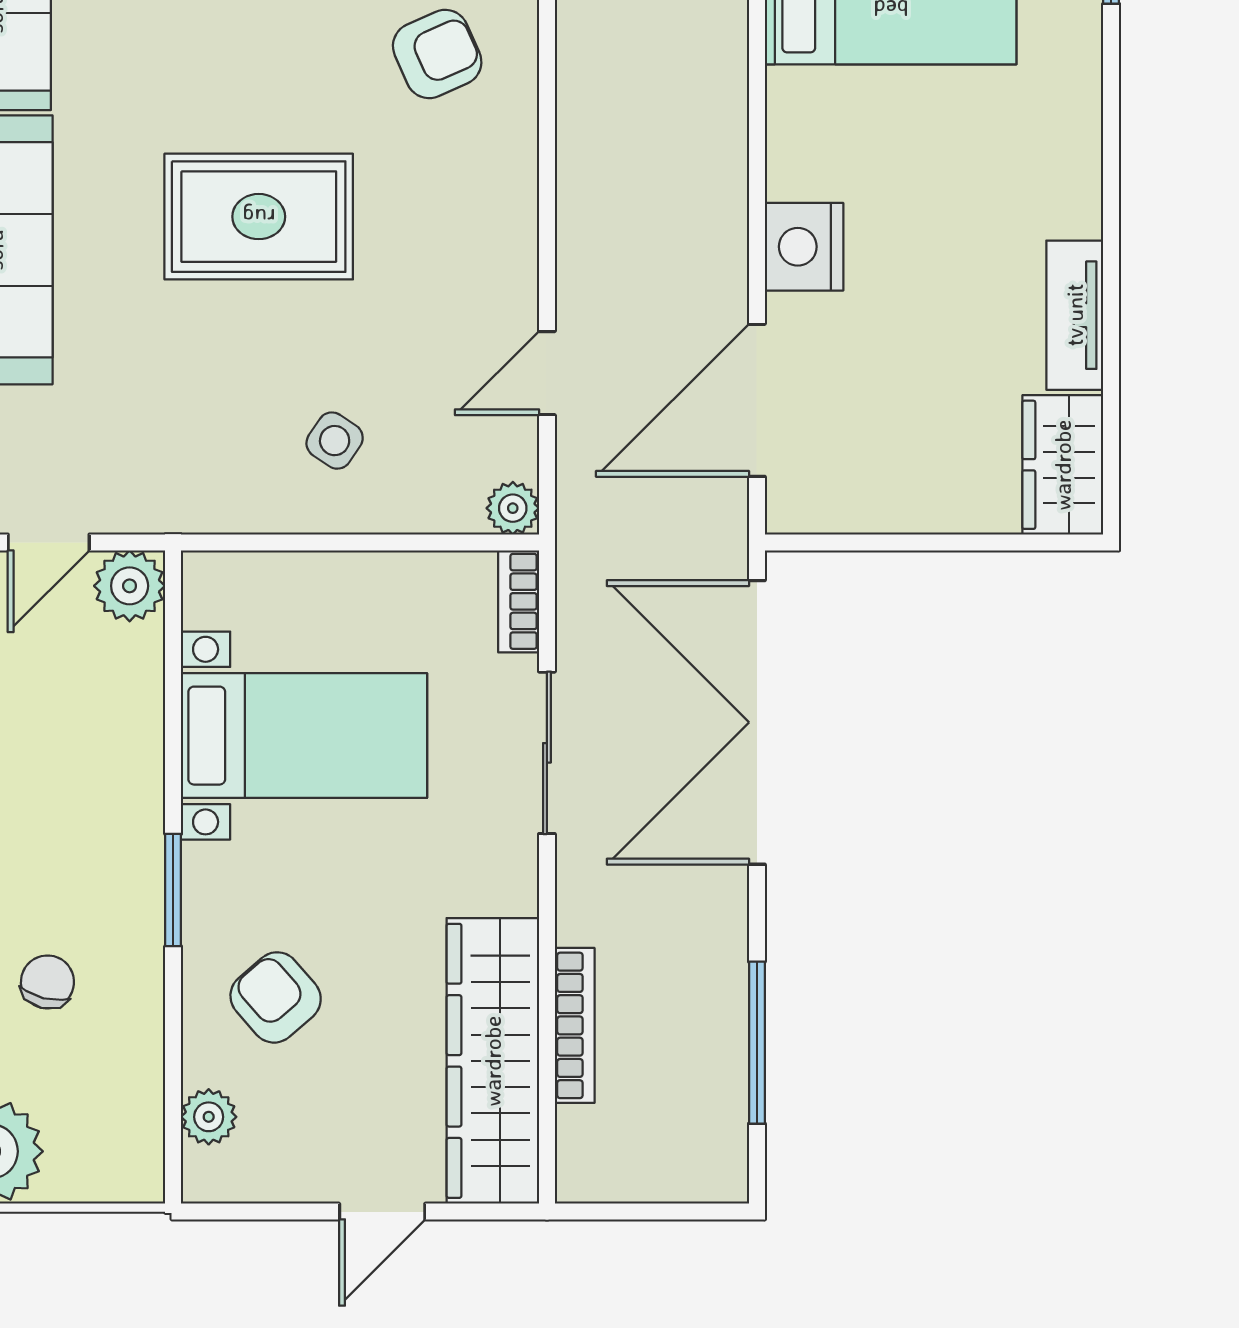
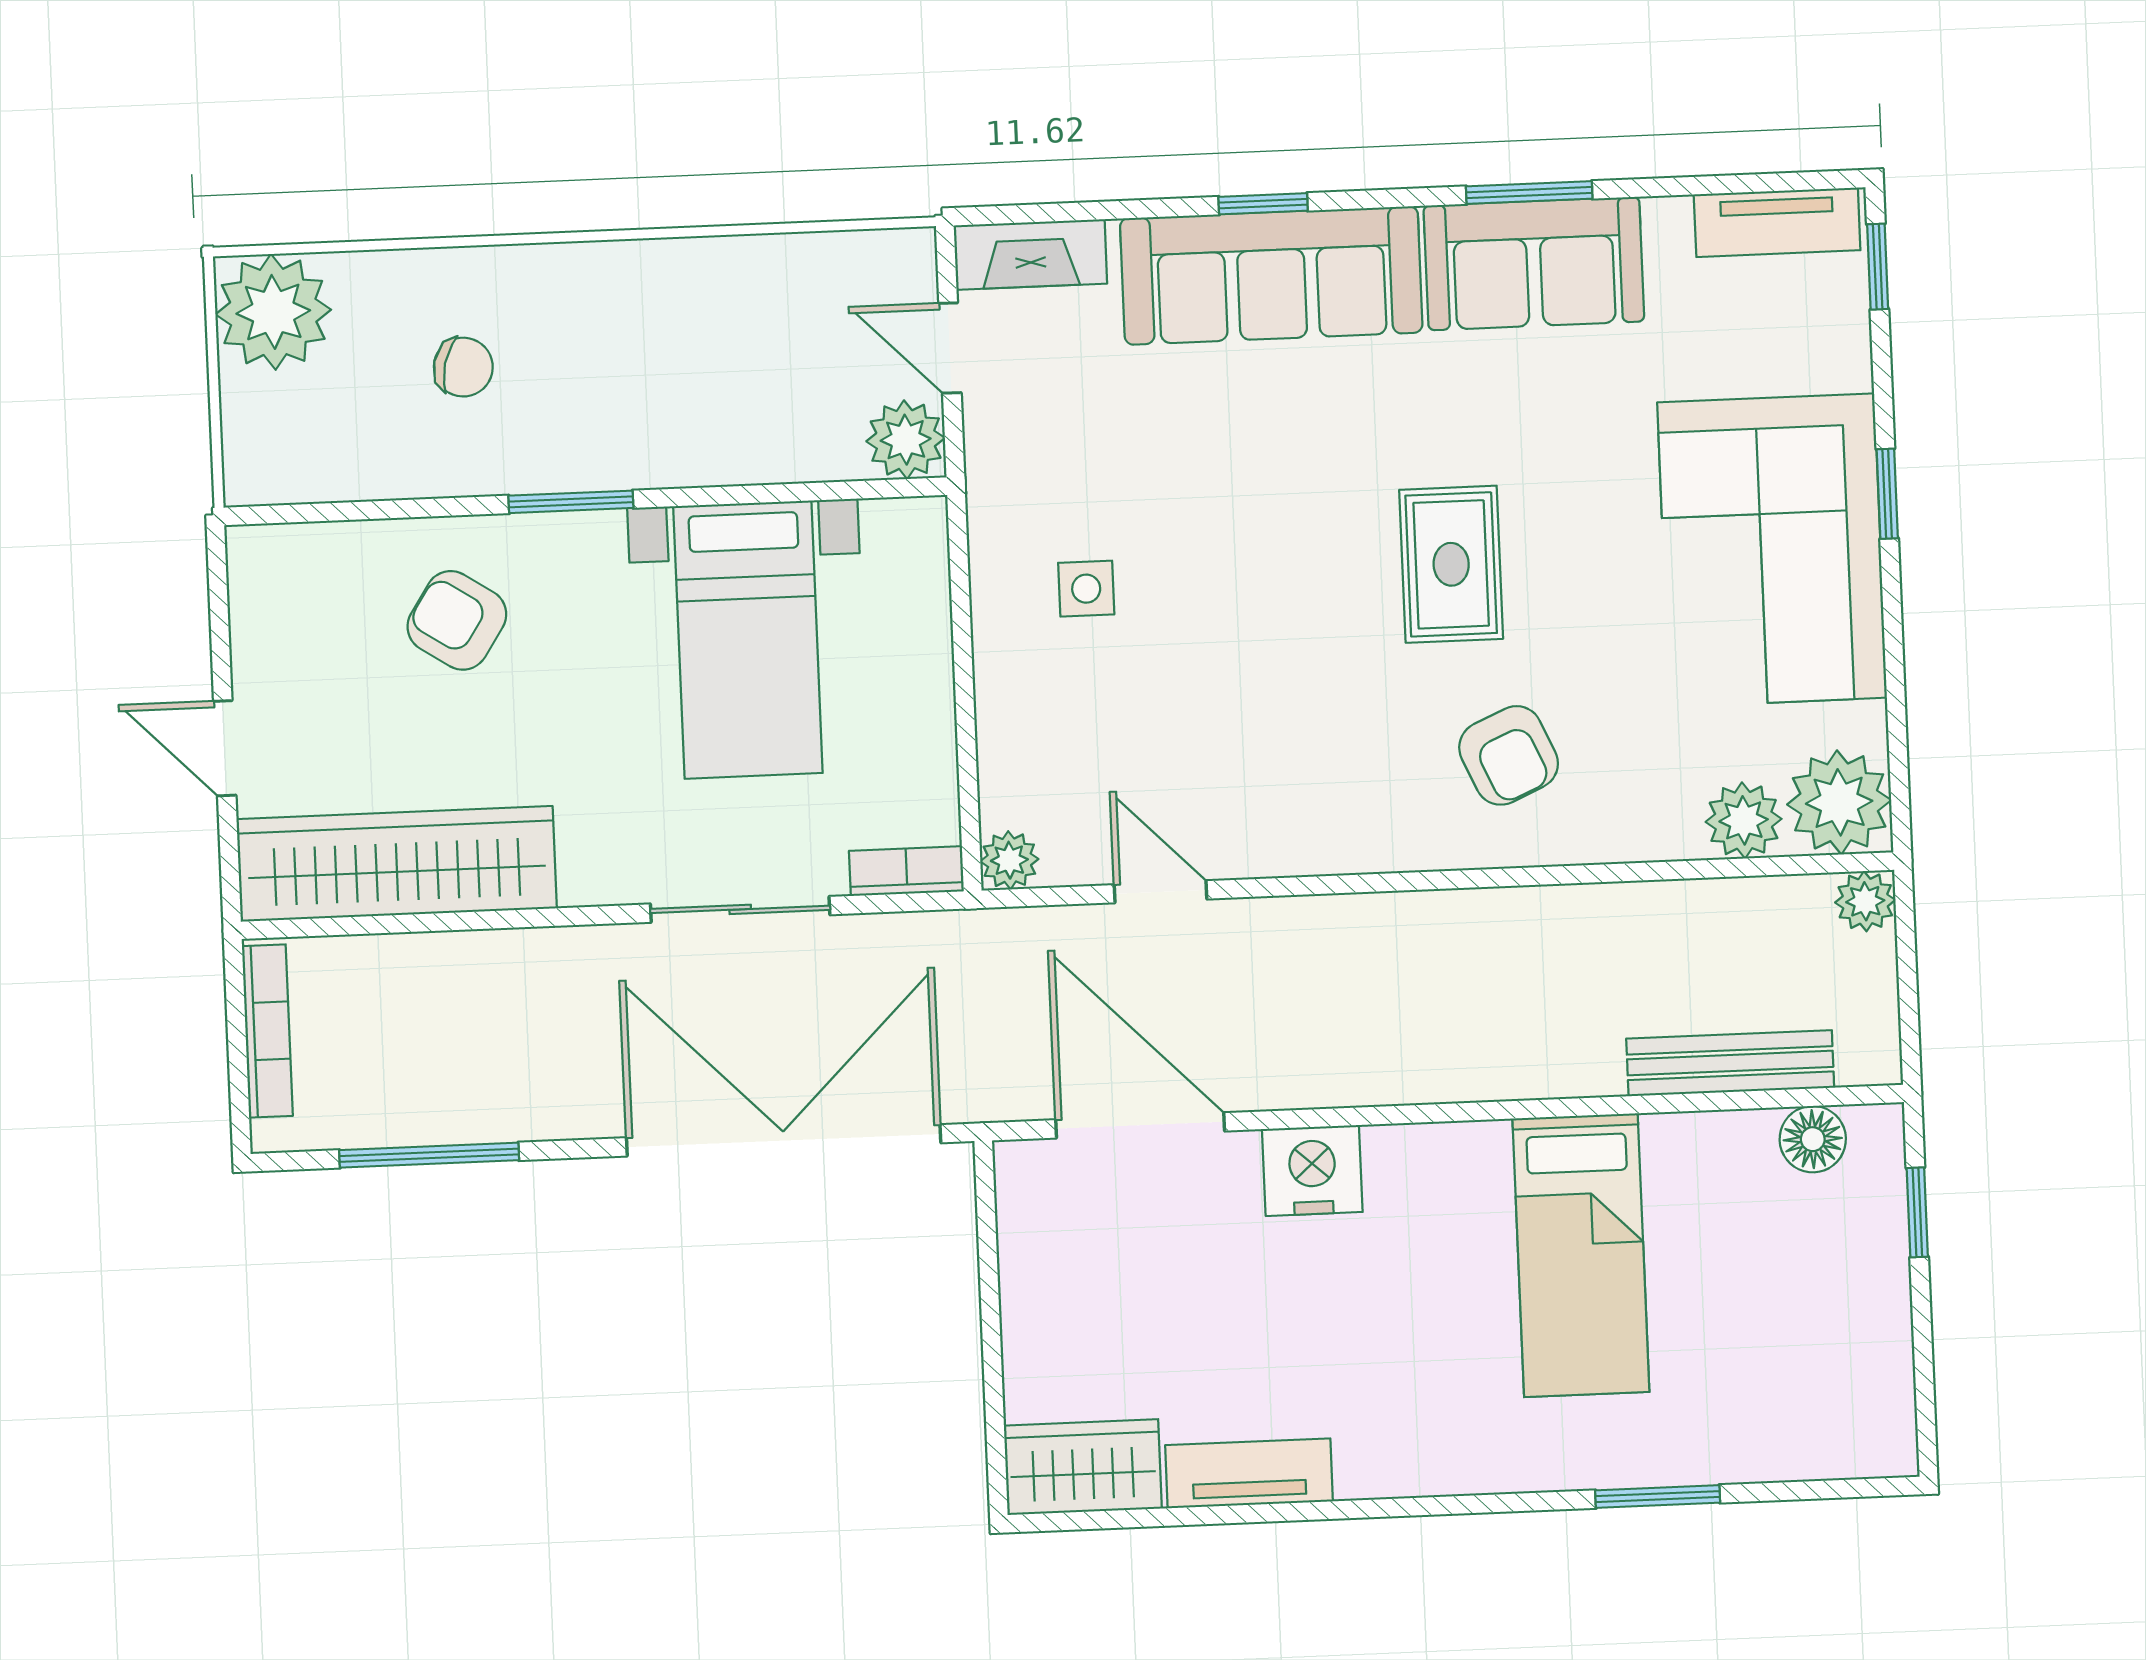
rug: (259, 217) -> (1451, 564), moved, width x0.73, depth x0.70
side table: (335, 441) -> (1086, 589), moved, turned -34
armchair: (276, 997) -> (457, 620), turned -106
bookcase: (575, 1025) -> (267, 1031), moved, turned -90
plant: (209, 1117) -> (322, 552), removed

